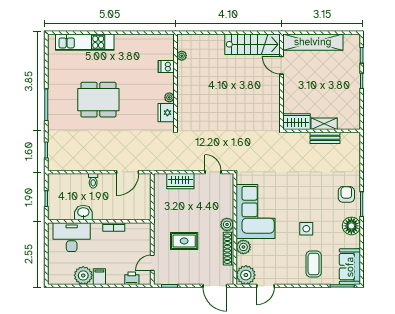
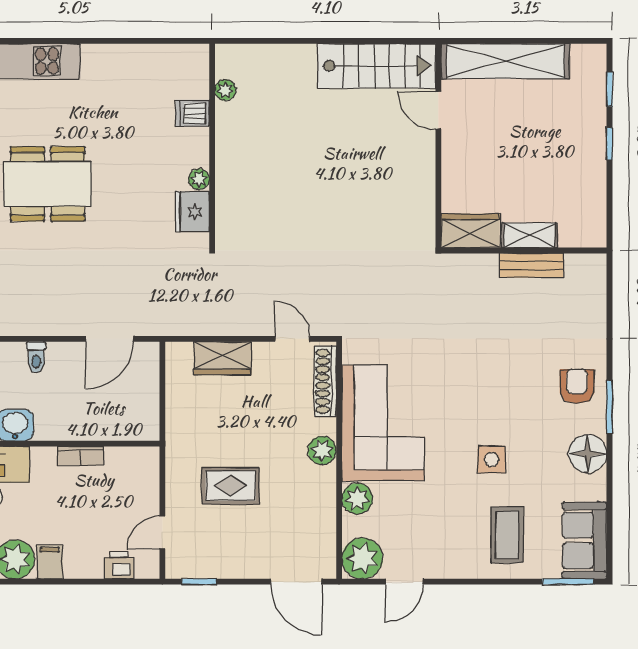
shoe rack: (229, 249) -> (325, 381), moved

